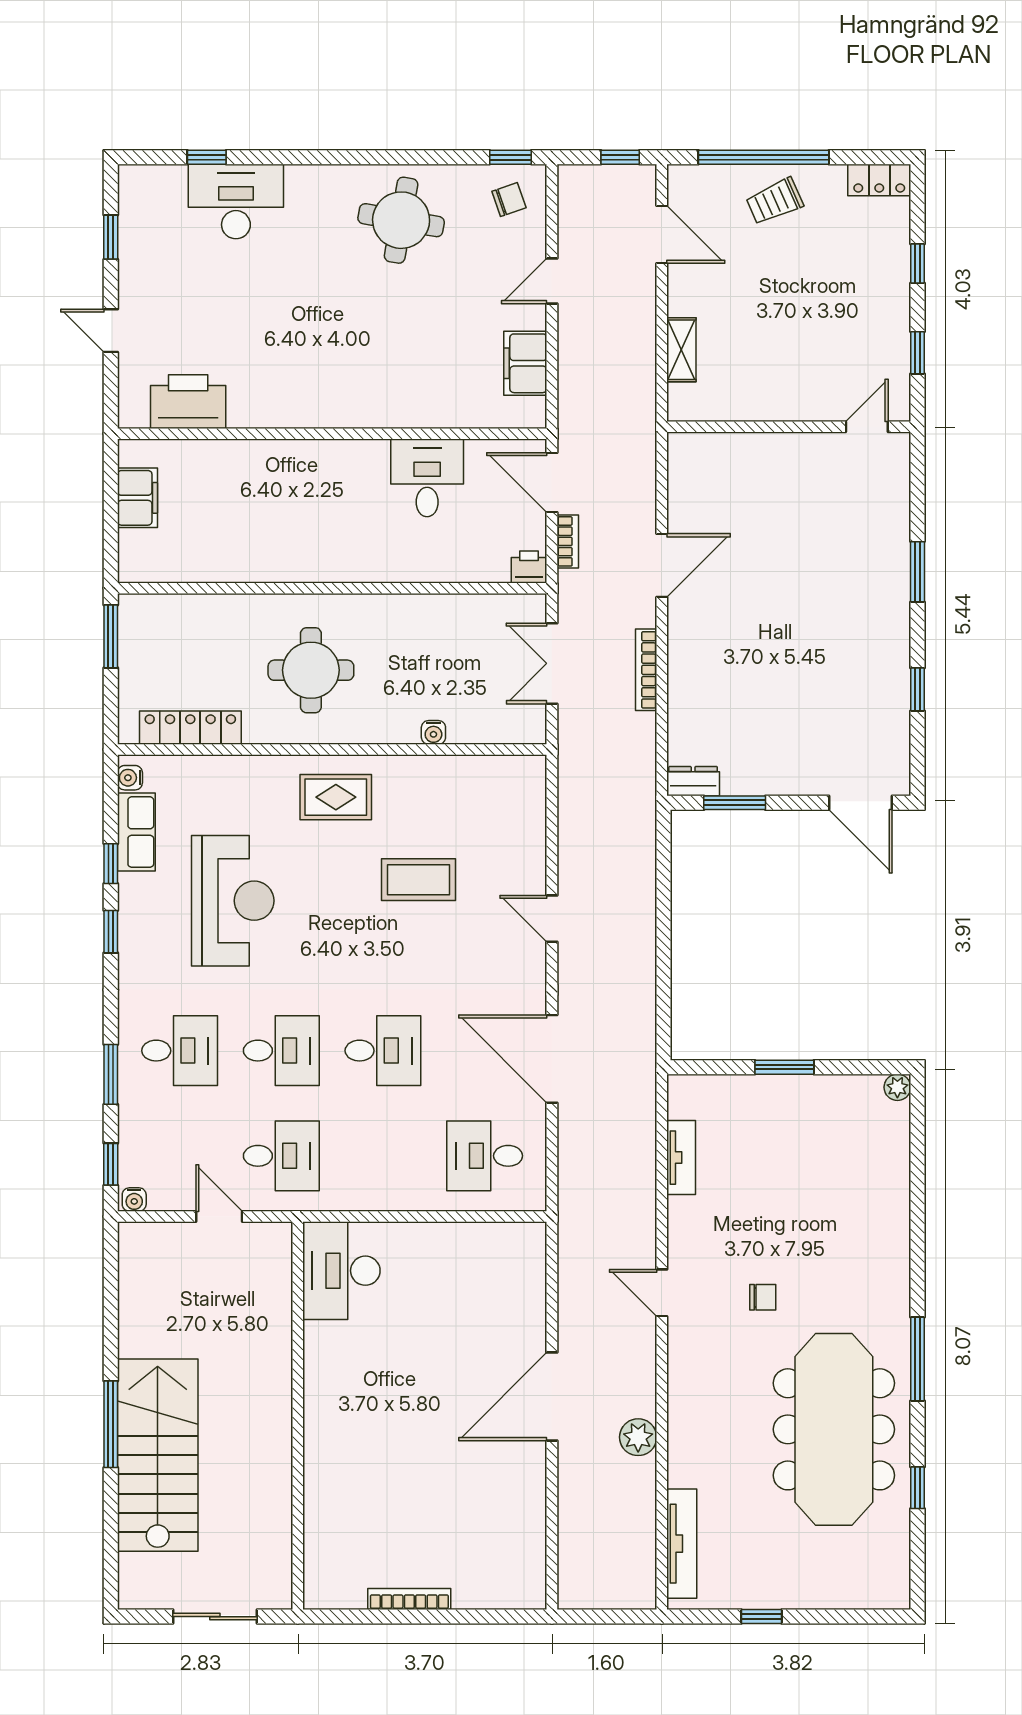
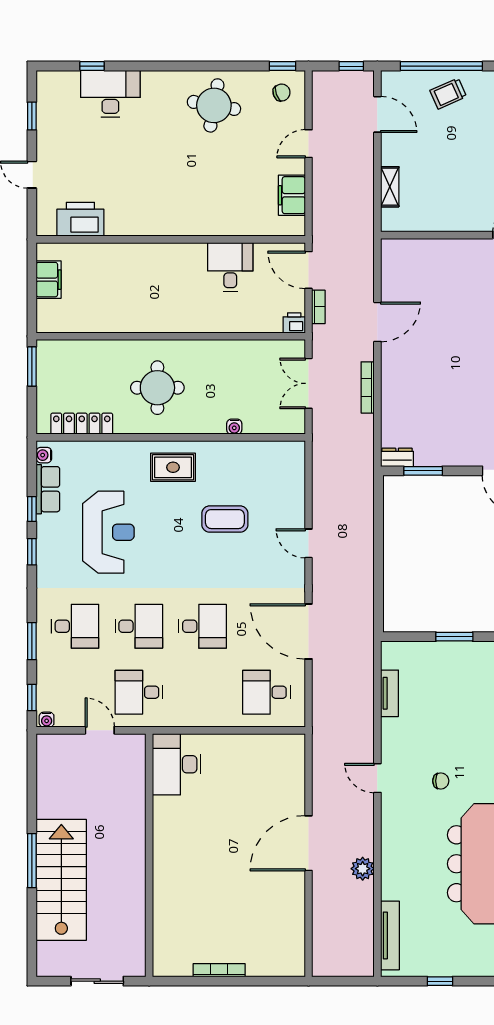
desk: (281, 1156) -> (139, 692), turned 180

